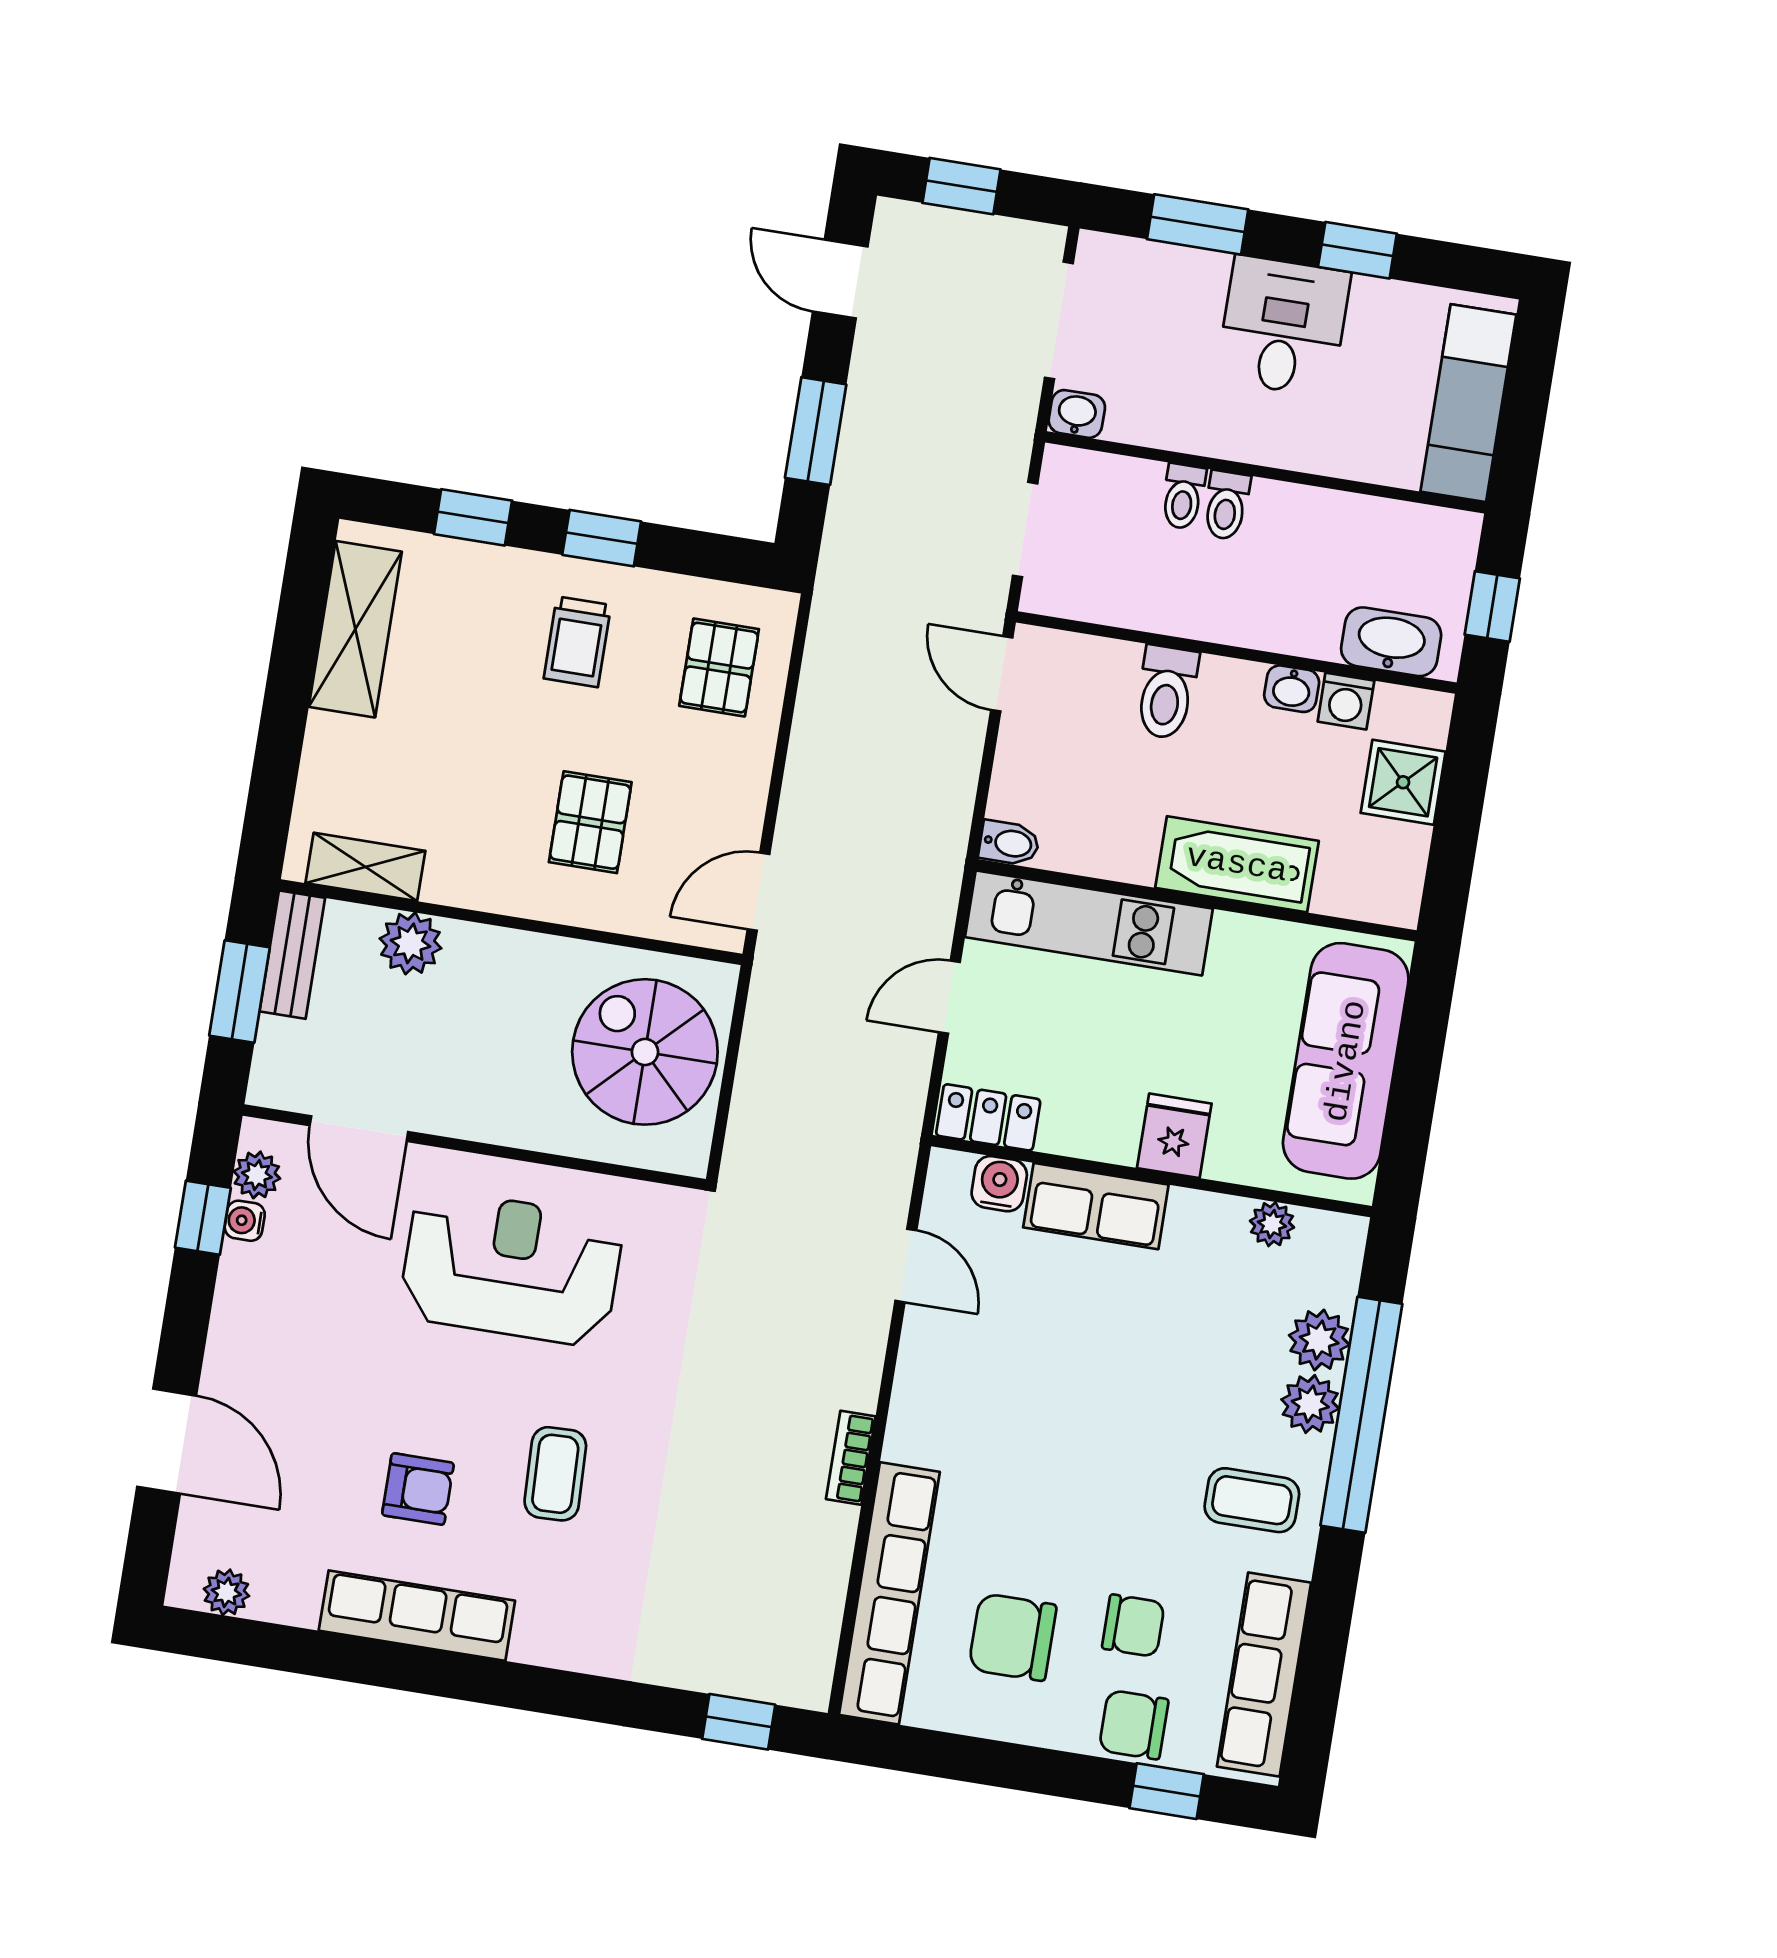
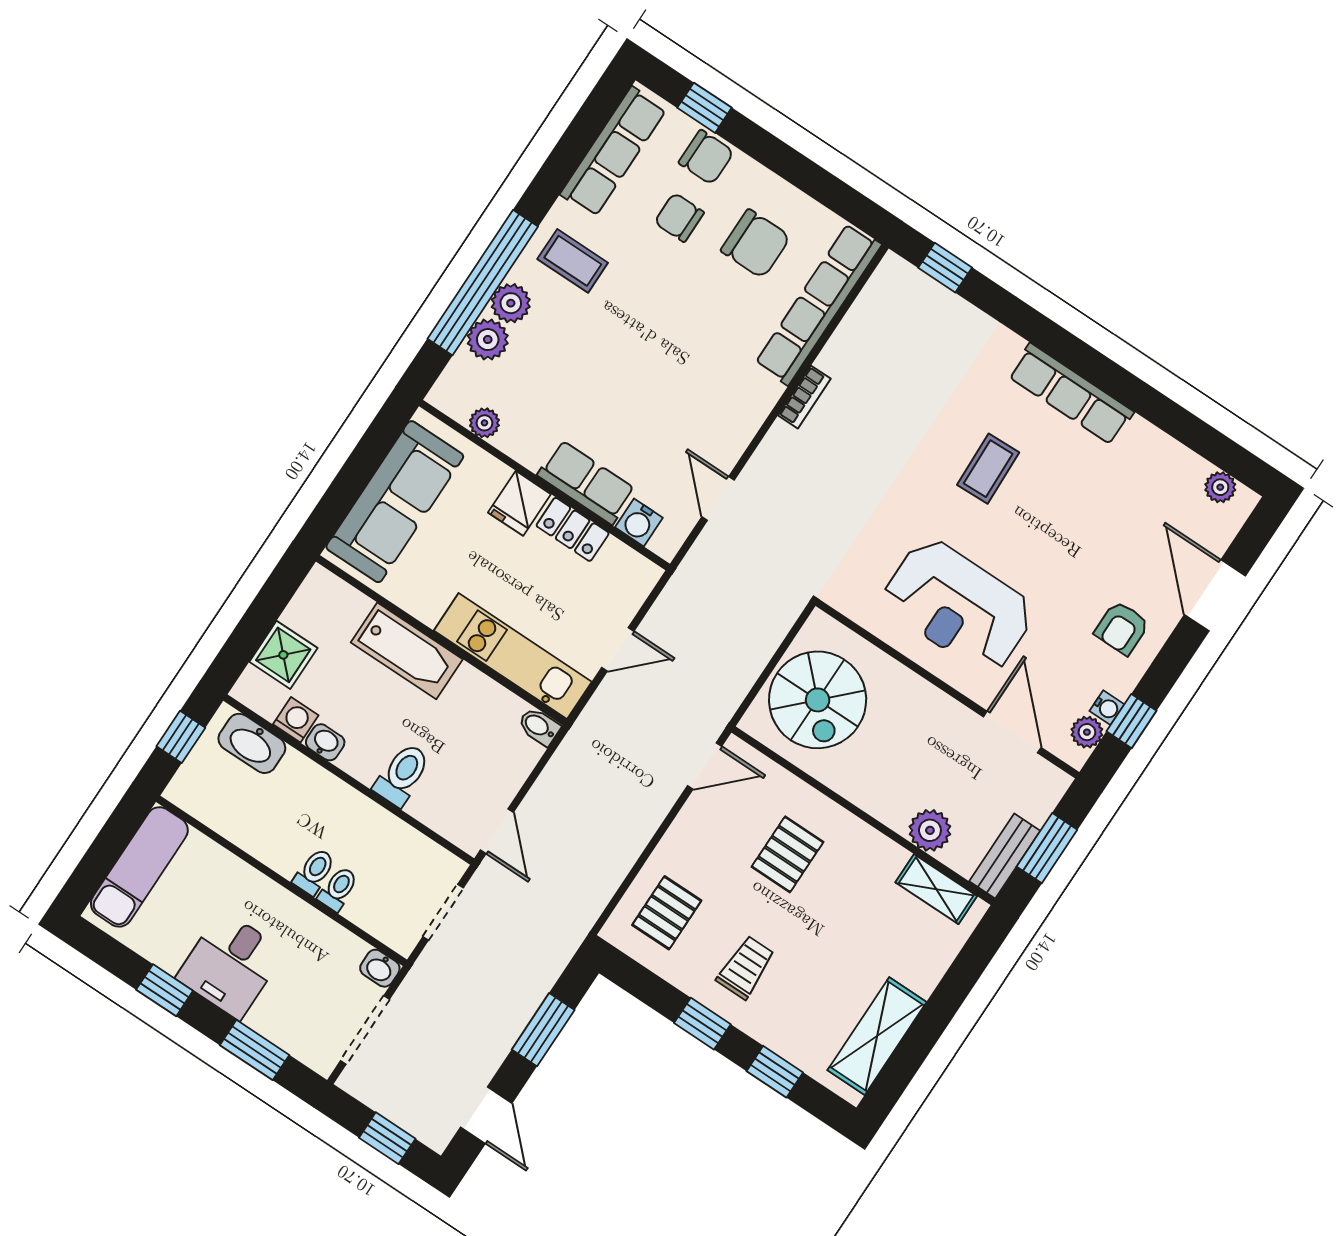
locker: (988, 1117) -> (573, 529), moved
armchair: (418, 1489) -> (1122, 628), moved, turned -90
row of seats: (417, 1616) -> (1071, 394), moved

